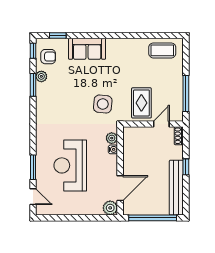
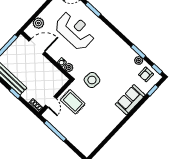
coffee table: (162, 50) -> (91, 140), removed
door: (120, 188) -> (37, 46), swing flipped
plant: (110, 208) -> (38, 23), moved

